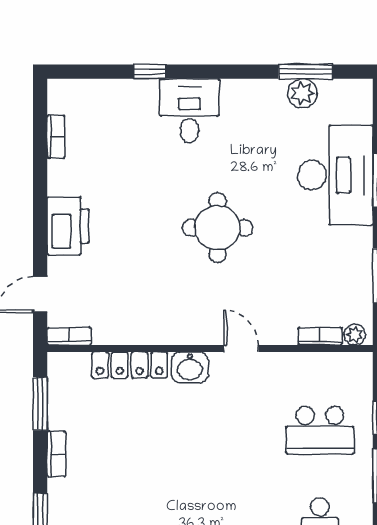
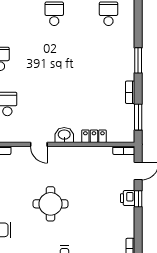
printer: (68, 226) -> (128, 198), width x0.53, depth x0.68
window: (40, 238) -> (138, 199), added
locker: (130, 365) -> (94, 136), width x0.66

